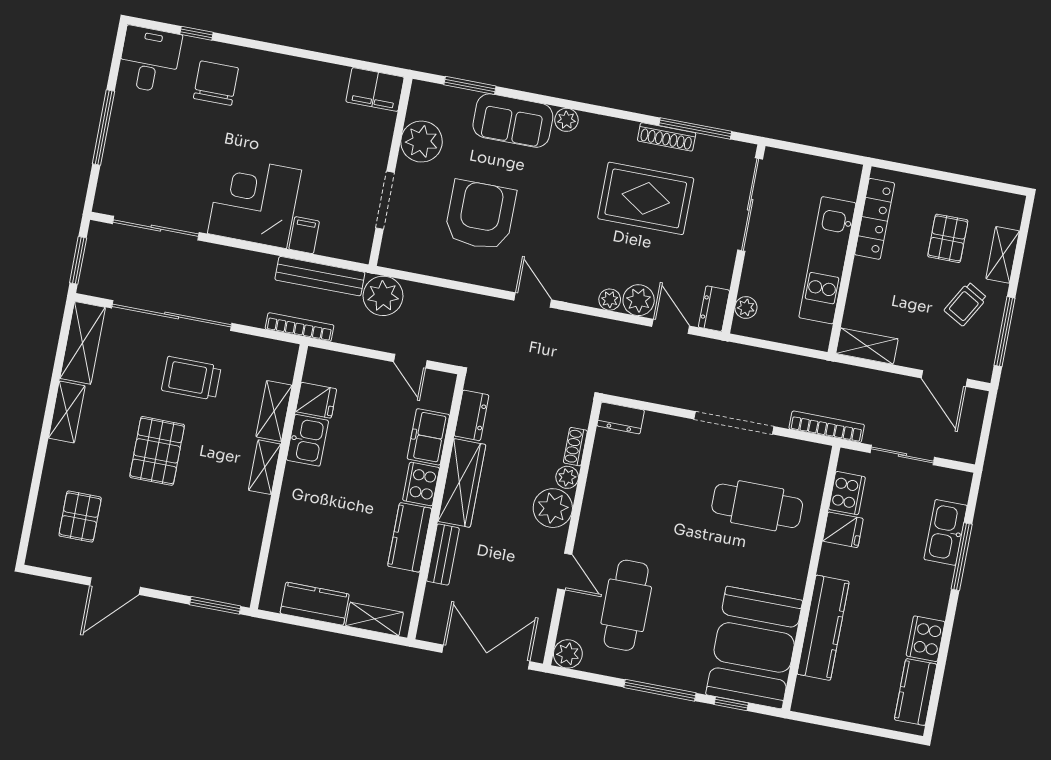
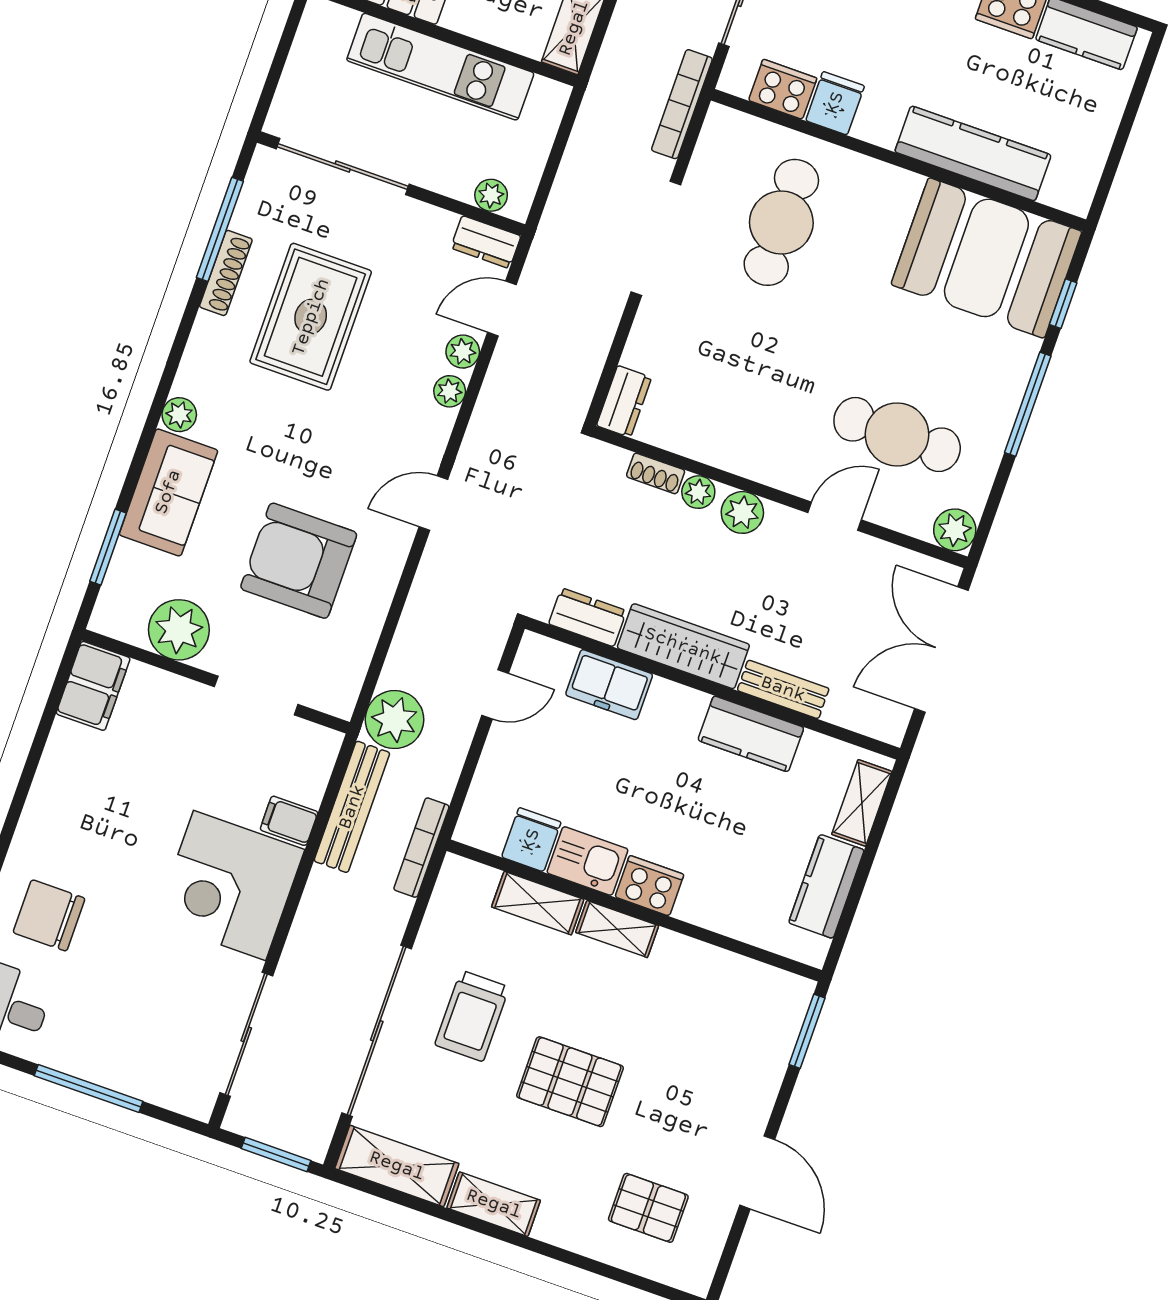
plant: (639, 300) -> (463, 352), width x0.73, depth x0.73
cooker: (421, 484) -> (649, 886), moved, turned 180
plant: (553, 508) -> (742, 512), width x0.73, depth x0.73

